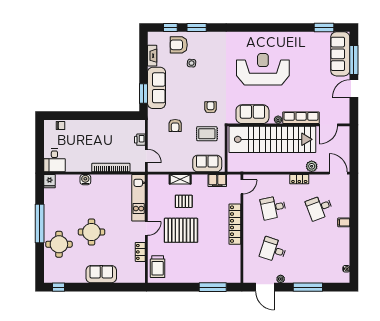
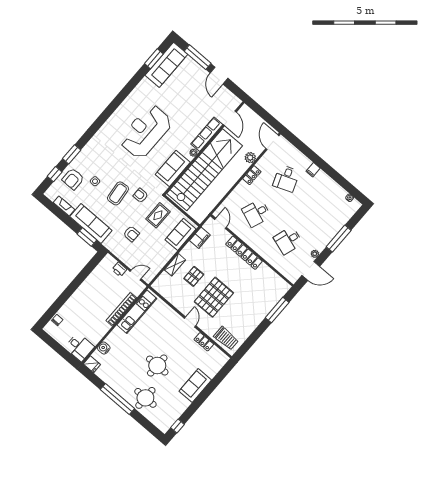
sofa: (340, 54) -> (166, 65), moved, turned -90
coffee table: (197, 89) -> (118, 193), added
door: (338, 173) -> (272, 142), hinge flipped
water cooler: (85, 180) -> (104, 348), moved
kitchen unit: (139, 198) -> (137, 312), moved, turned -90
desk: (273, 208) -> (256, 213), turned 33

